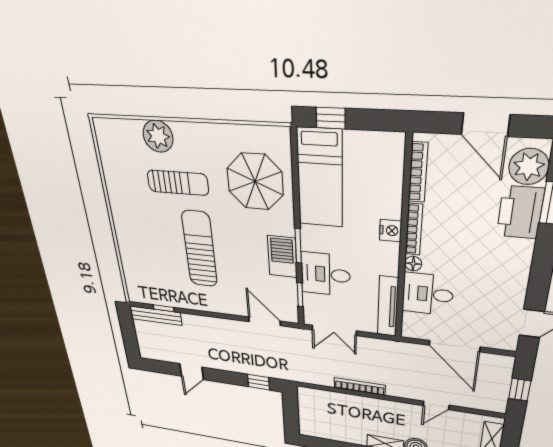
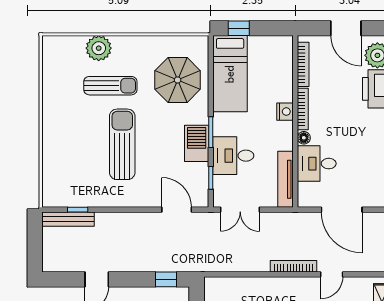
bookcase: (360, 386) -> (293, 266), moved

